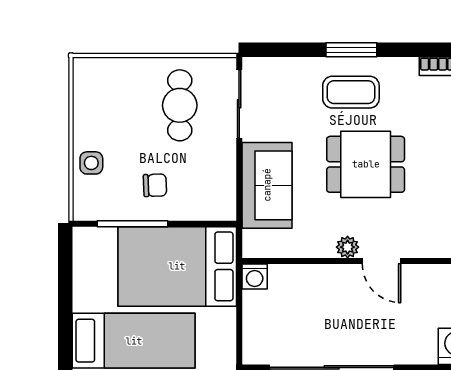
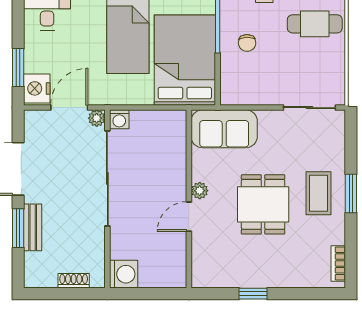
cafe table: (180, 105) -> (315, 24), moved
sofa: (267, 185) -> (224, 129), moved
washing machine: (255, 276) -> (119, 119), moved, turned -90

